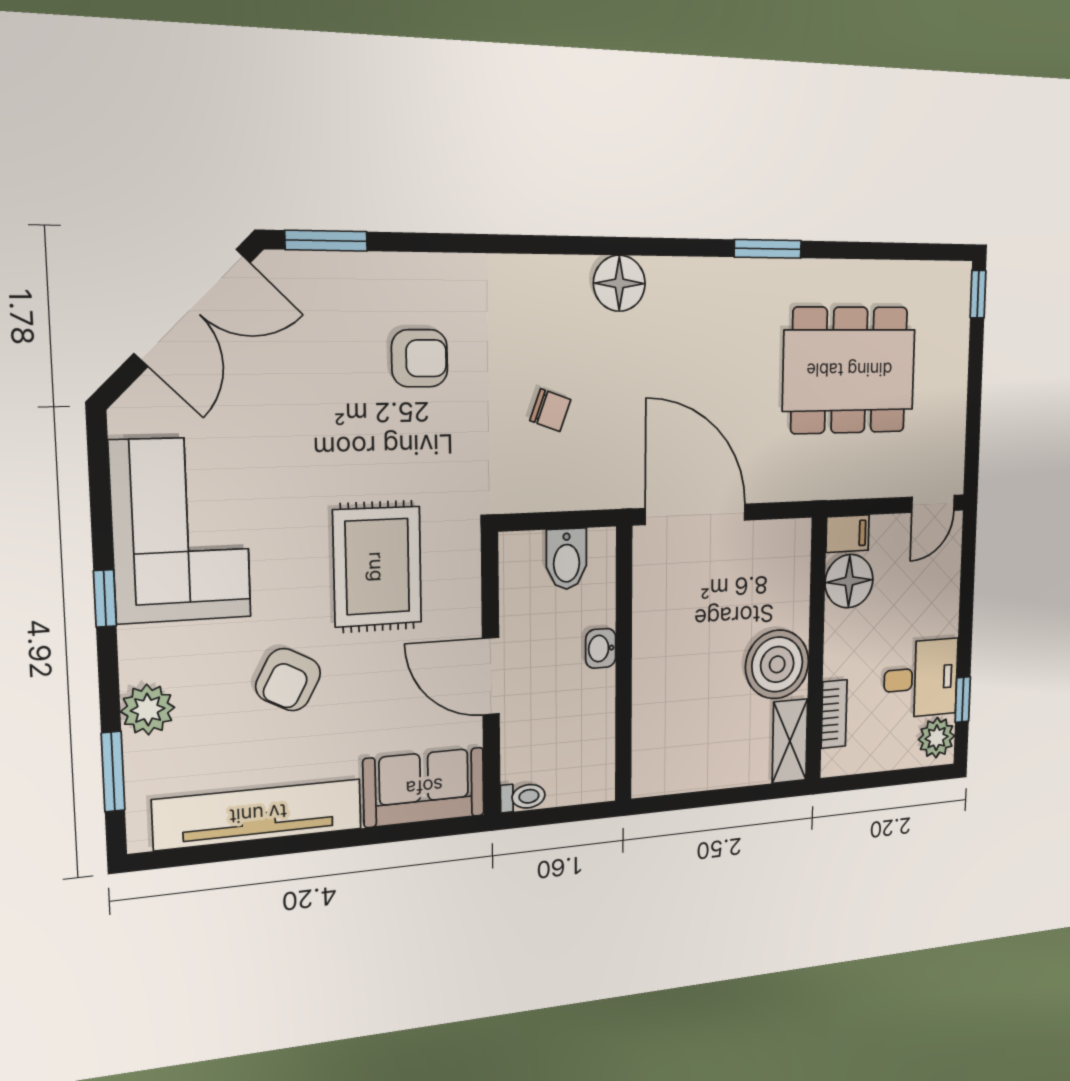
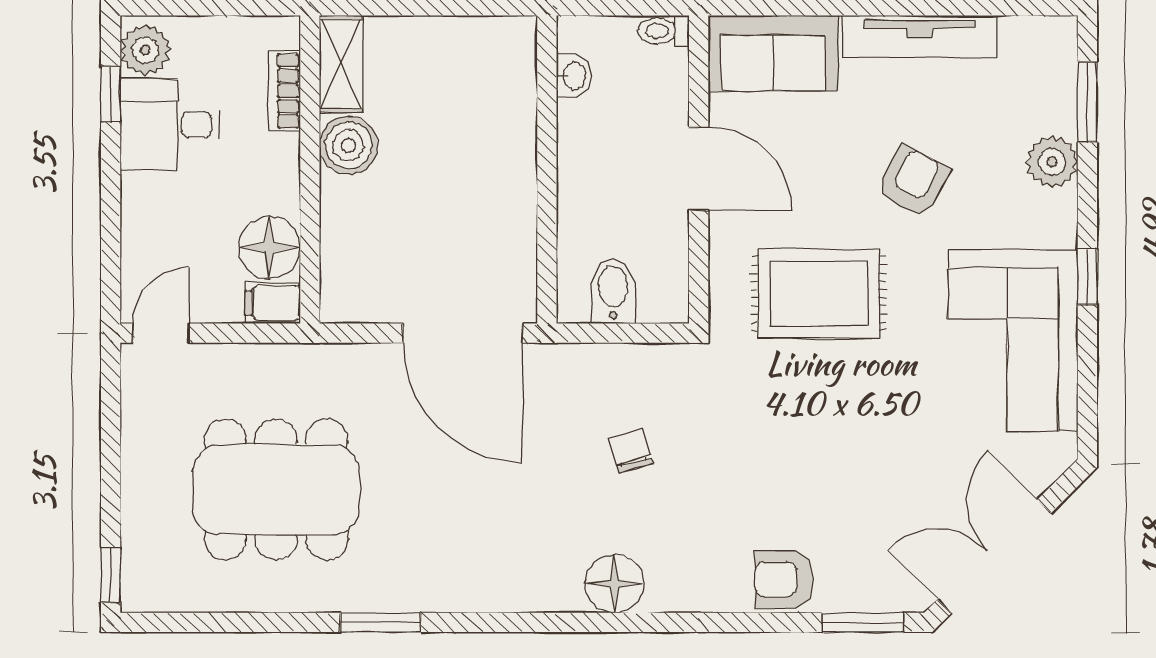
floor lamp: (619, 283) -> (614, 584), moved
armchair: (420, 358) -> (784, 579), moved
chair: (550, 410) -> (631, 451), turned 54
rug: (377, 567) -> (819, 293), turned 90
washbasin: (601, 648) -> (574, 76), moved
boiler: (777, 664) -> (348, 145), width x0.73, depth x0.73
tv unit: (258, 814) -> (919, 36), width x0.73, depth x0.78

